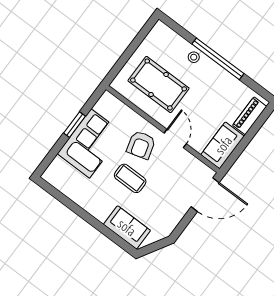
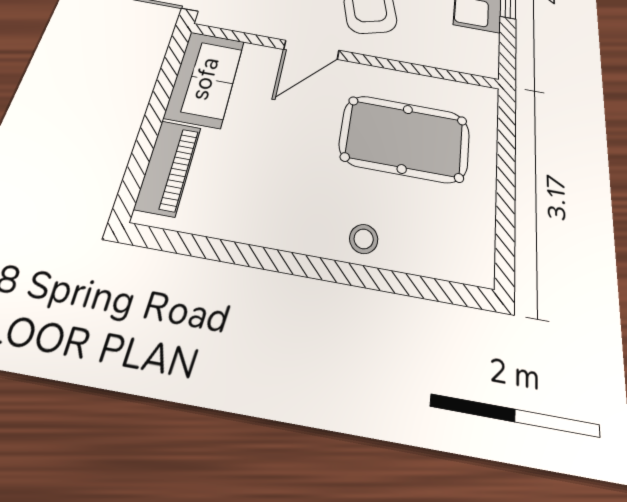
window: (218, 59) -> (305, 266), removed
door: (175, 138) -> (311, 50), hinge flipped

